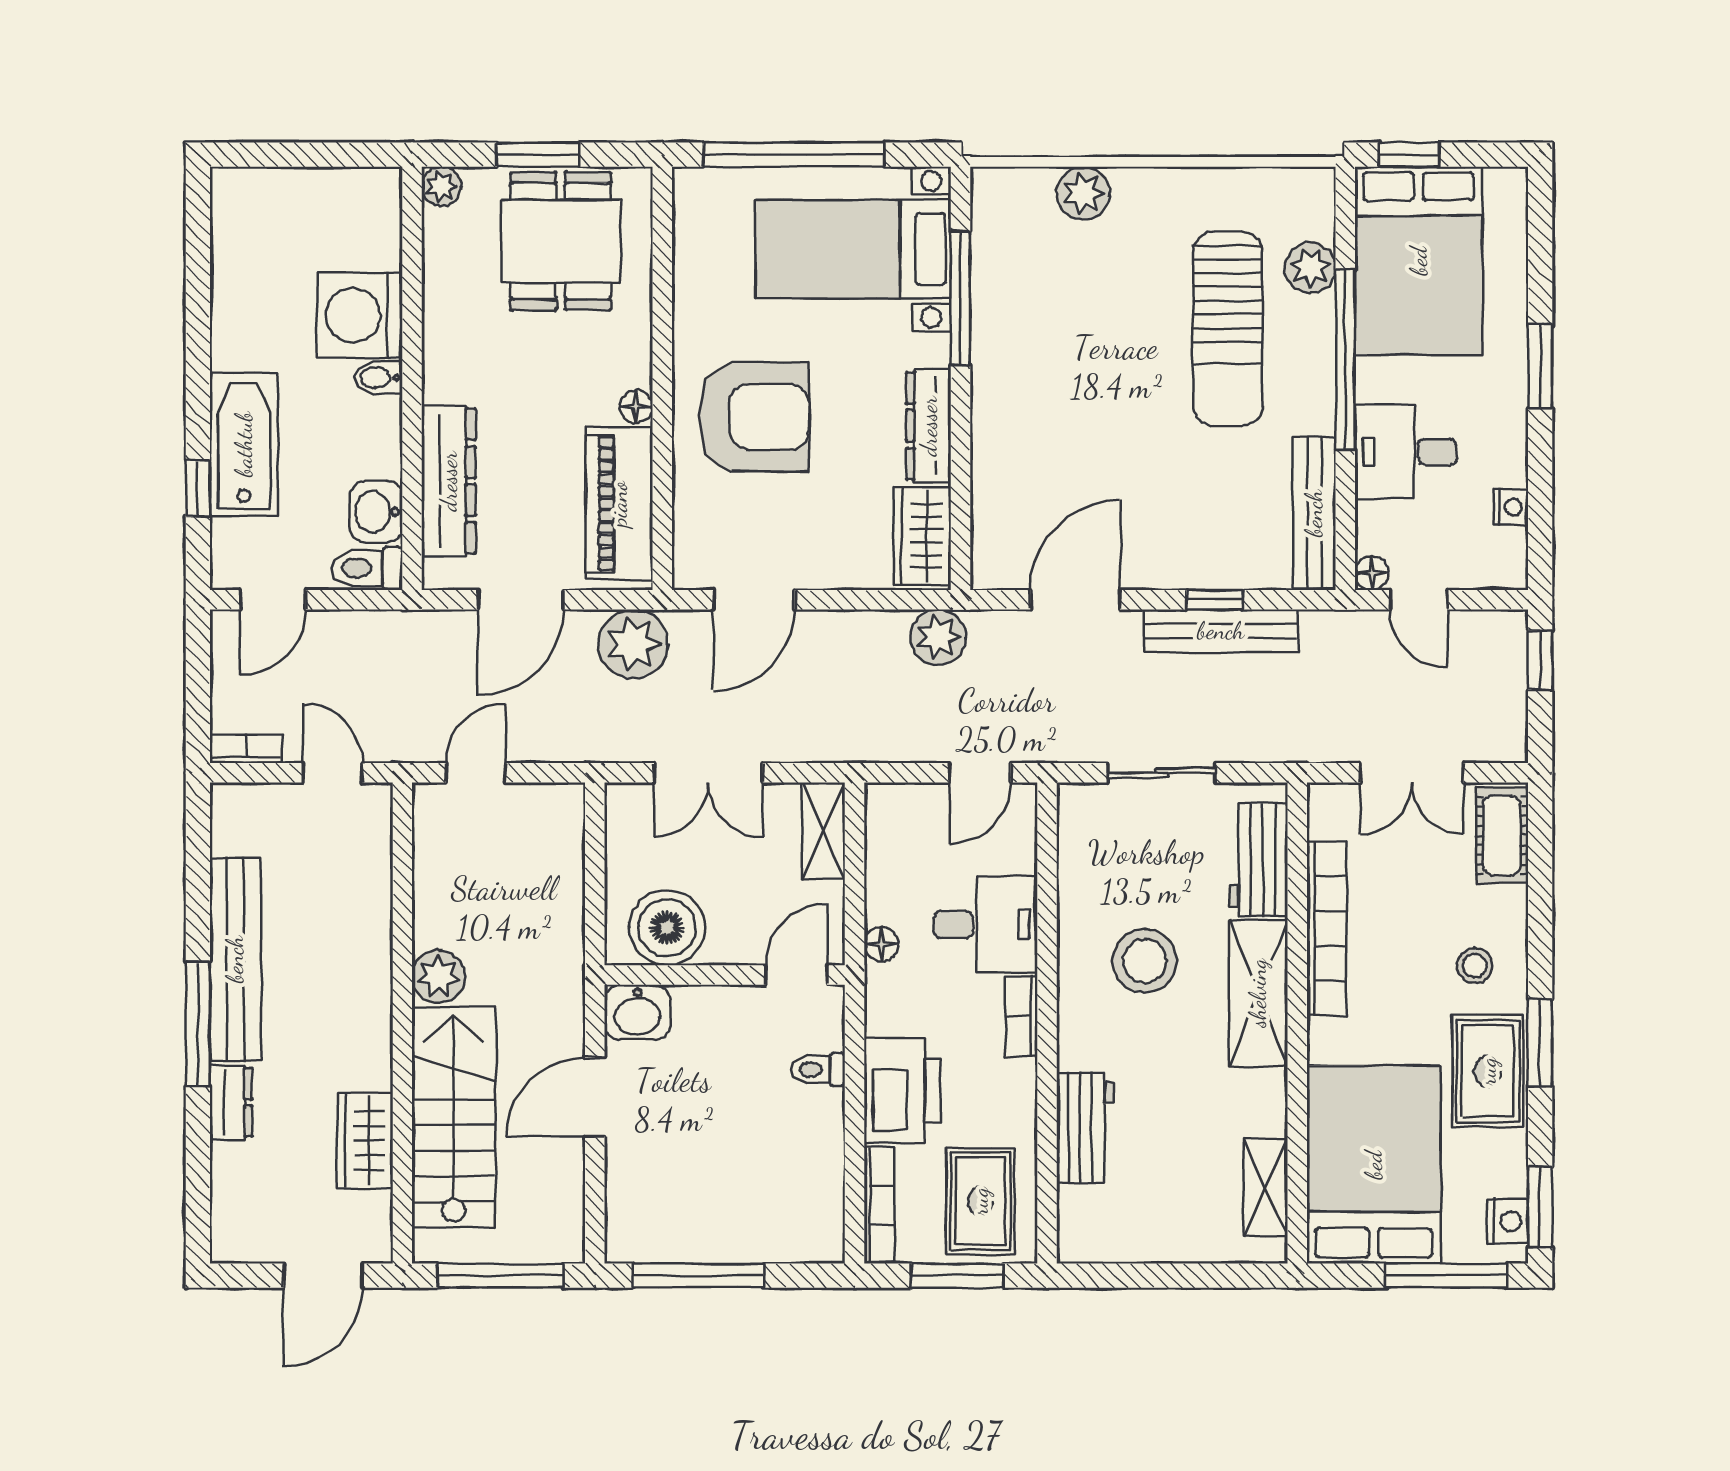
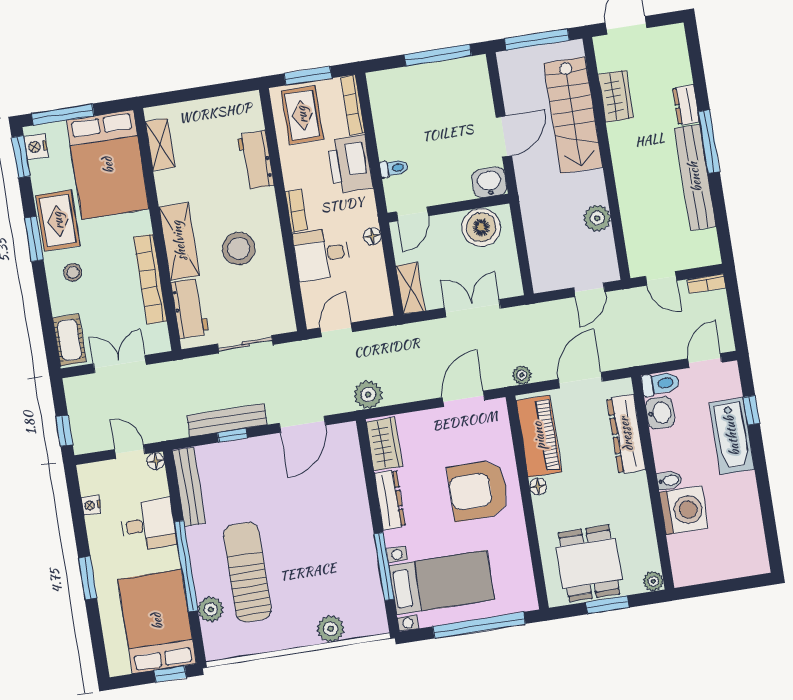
plant: (633, 644) -> (522, 375), width x0.53, depth x0.53
plant: (439, 977) -> (597, 218), moved

